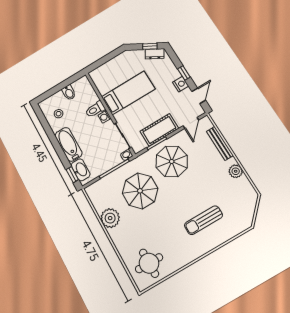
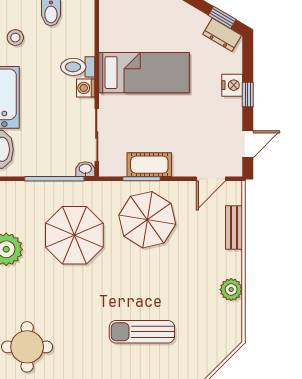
nightstand: (181, 84) -> (232, 85), moved
cot: (159, 130) -> (149, 165), width x0.73, depth x0.75
bench: (220, 143) -> (234, 227), width x0.73

